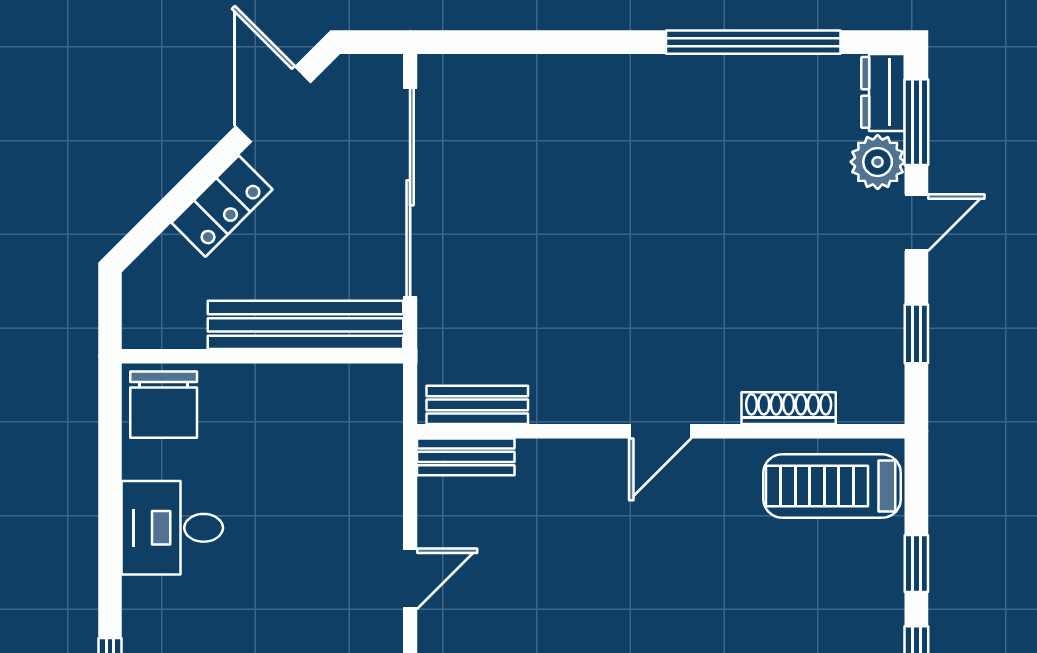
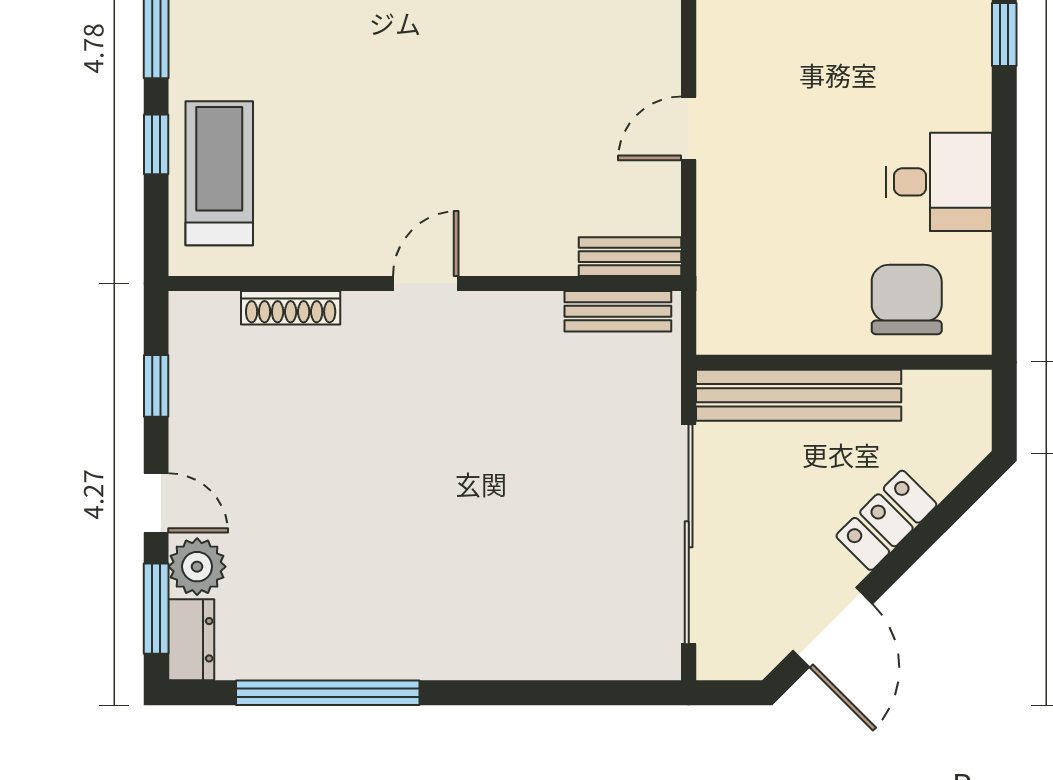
door: (916, 223) -> (156, 503), swing flipped
chair: (164, 405) -> (907, 300), moved
treadmill: (832, 486) -> (219, 173), moved, turned -90

